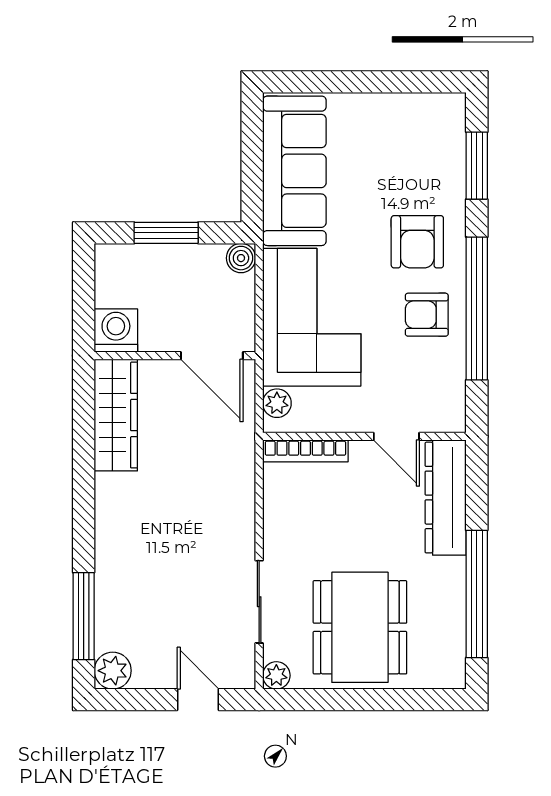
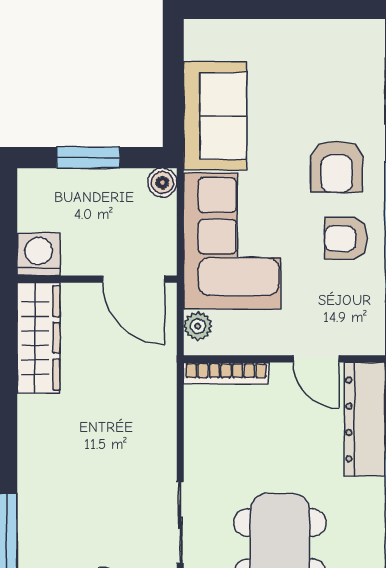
sofa: (294, 171) -> (215, 116), width x0.73

